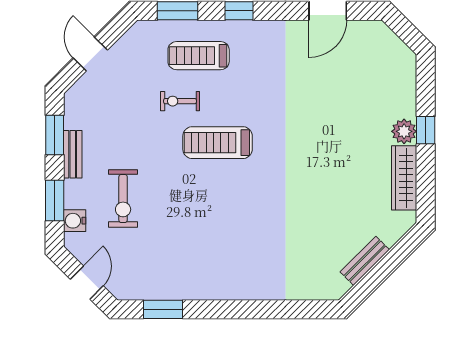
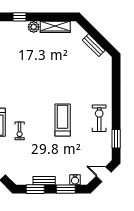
window: (426, 130) -> (19, 17), moved
treadmill: (218, 143) -> (63, 120), moved, turned 180
exercise bike: (123, 198) -> (99, 118), moved, turned -90

